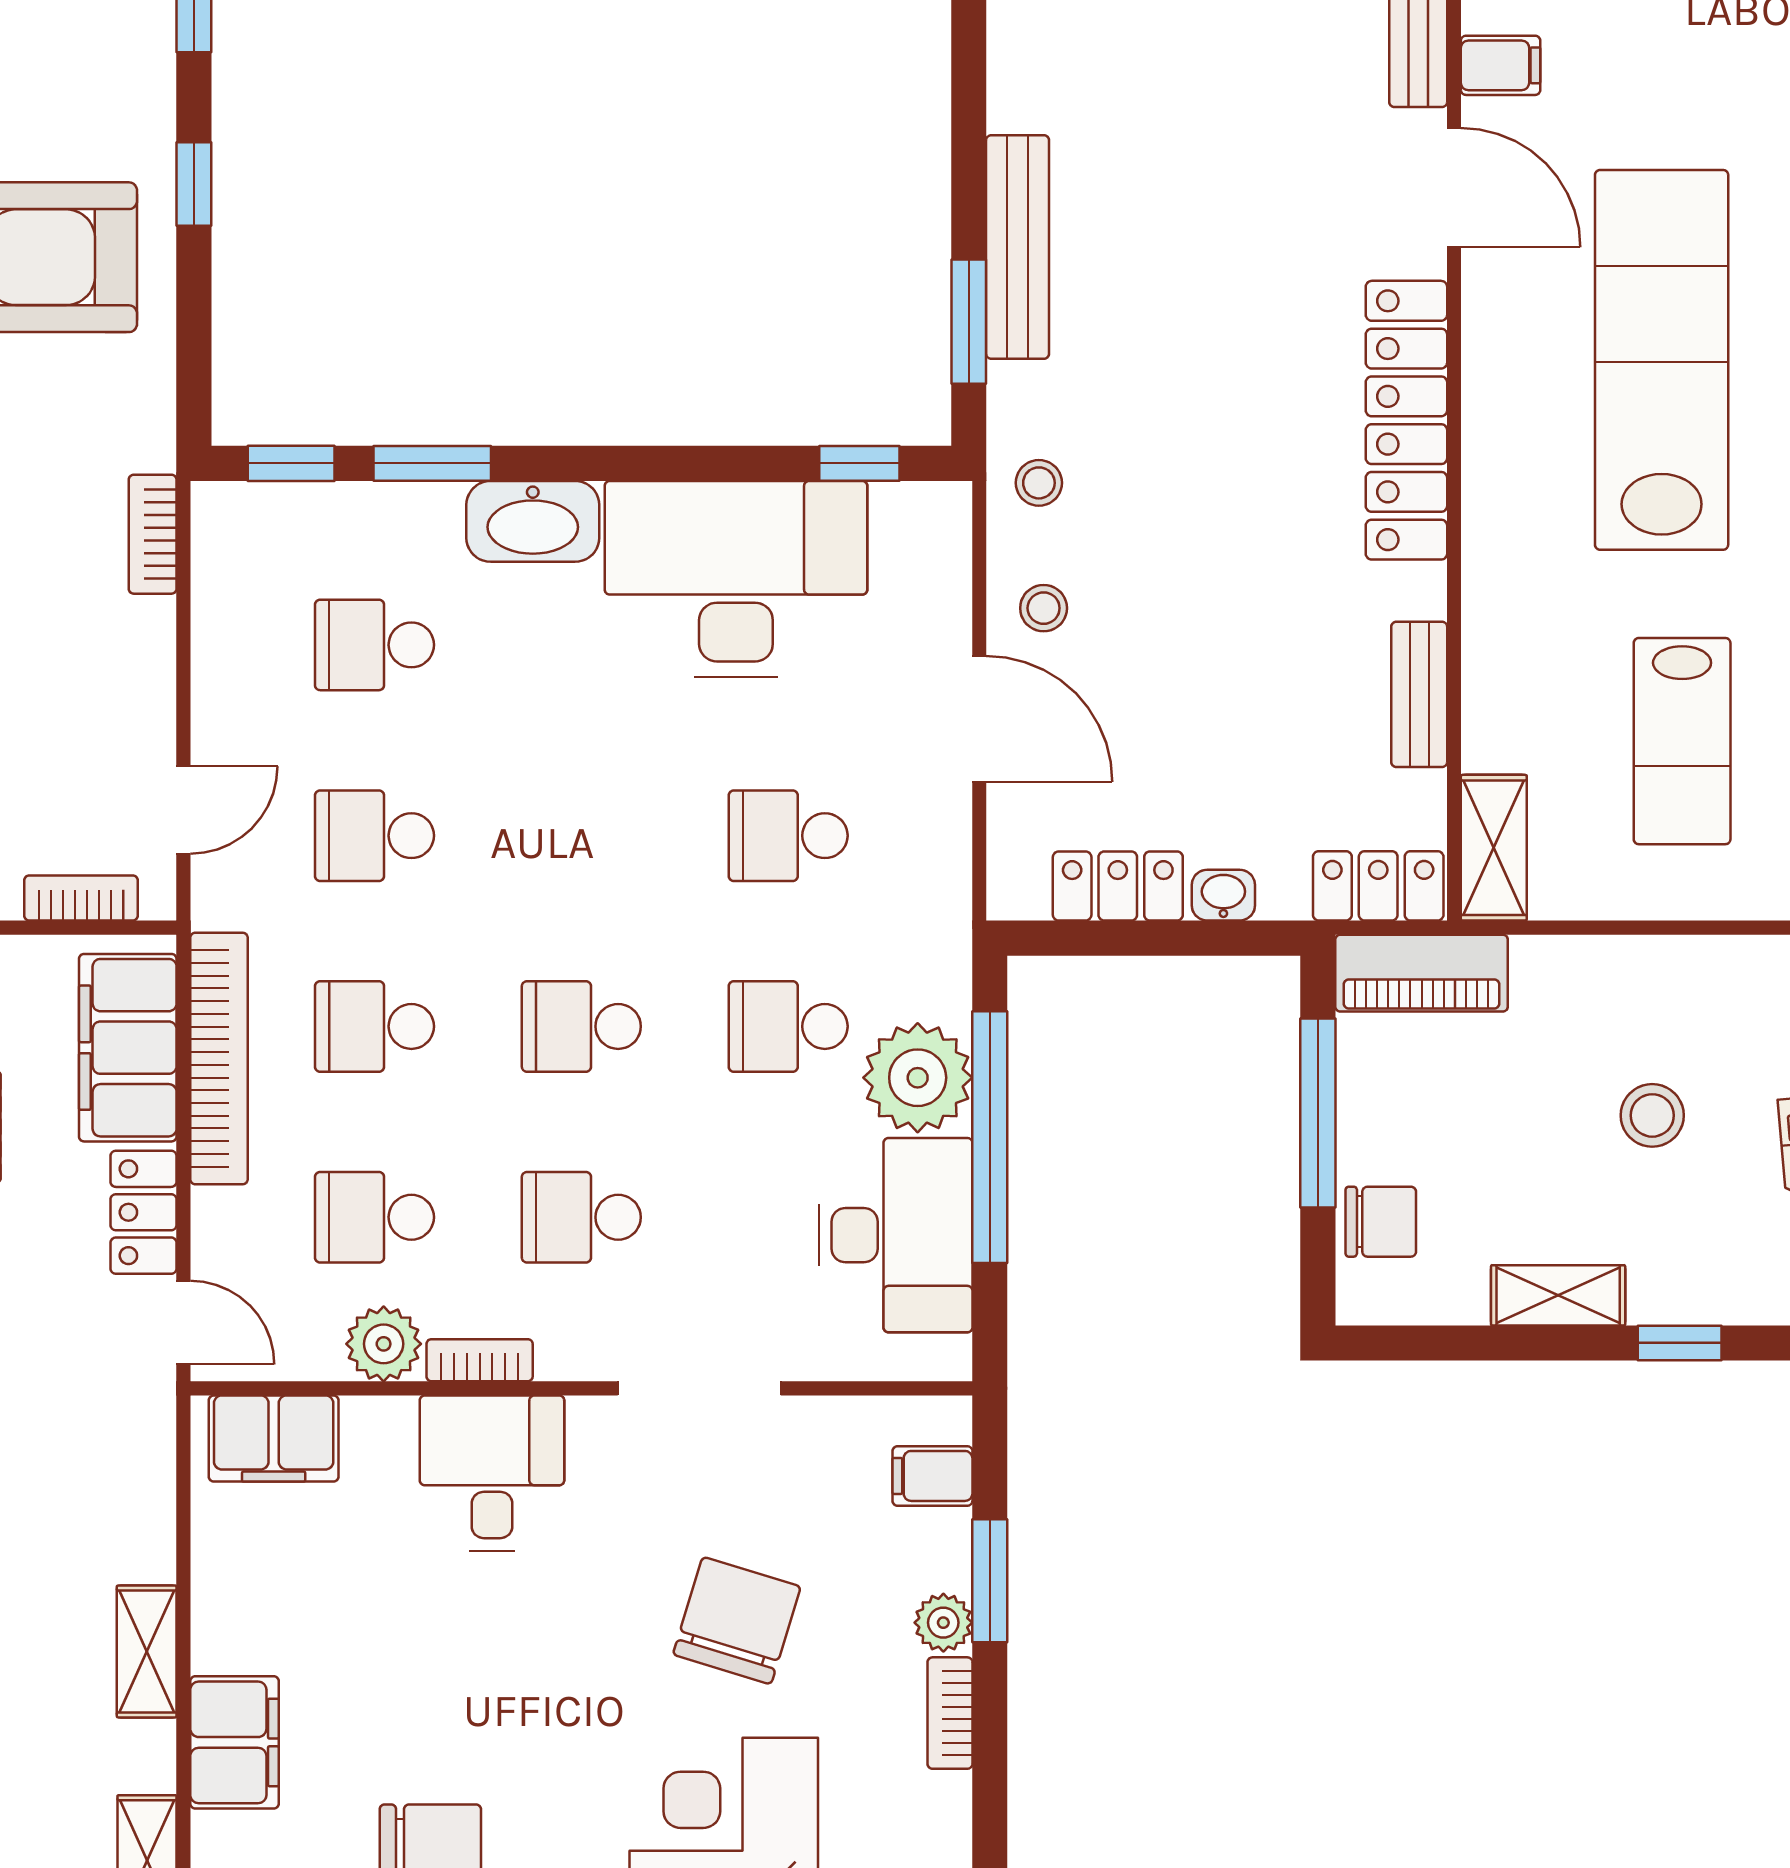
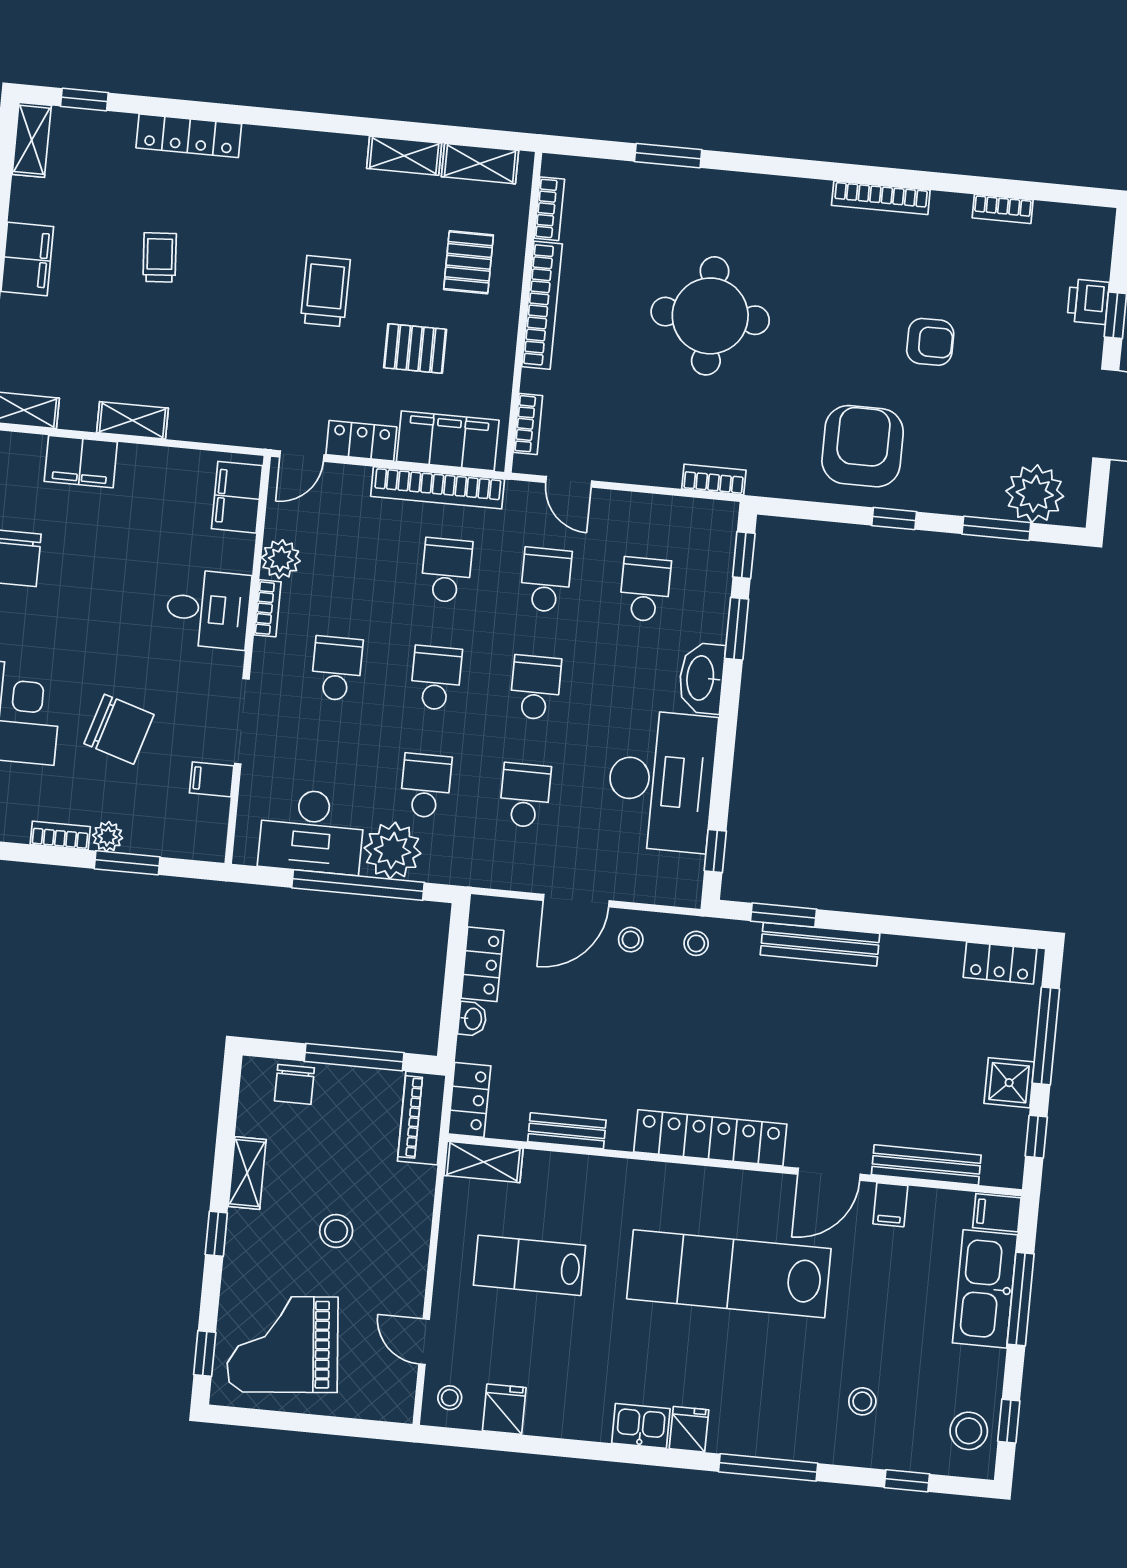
lab bench: (1662, 360) -> (729, 1274), turned 180
school desk: (374, 1217) -> (535, 688), moved
filing cabinet: (932, 1476) -> (212, 779), moved, turned -90

